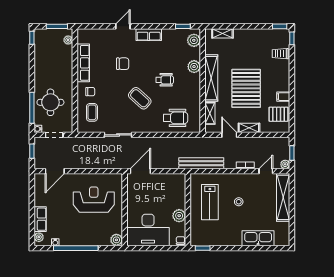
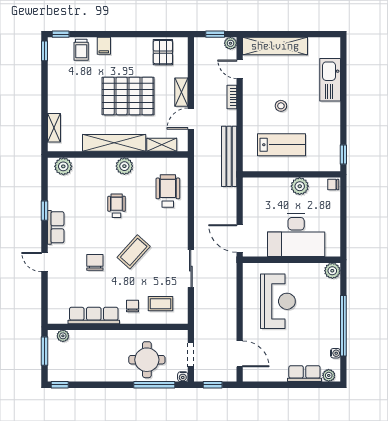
window: (183, 26) -> (44, 211), moved
plant: (194, 67) -> (124, 166), moved
filing cabinet: (283, 97) -> (104, 46), moved
coffee table: (140, 98) -> (134, 252), moved
reception desk: (94, 200) -> (278, 301), turned 180
desk: (148, 230) -> (296, 235), moved, turned 90

